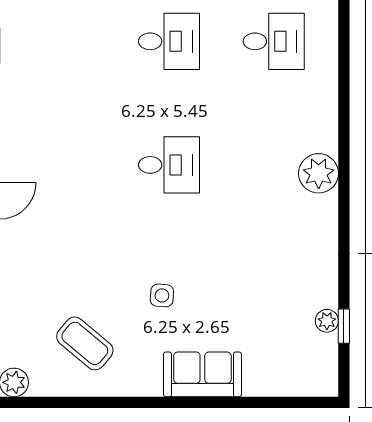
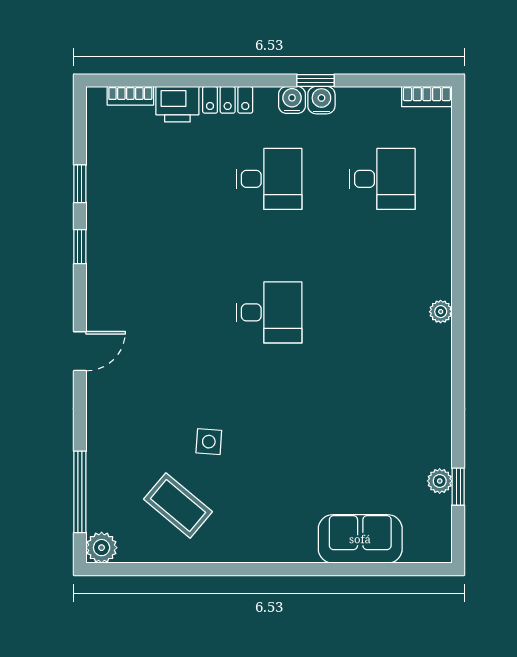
plant: (319, 173) -> (441, 312), width x0.53, depth x0.53
side table: (162, 295) -> (209, 442), moved
sofa: (202, 374) -> (360, 539), moved

